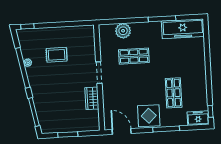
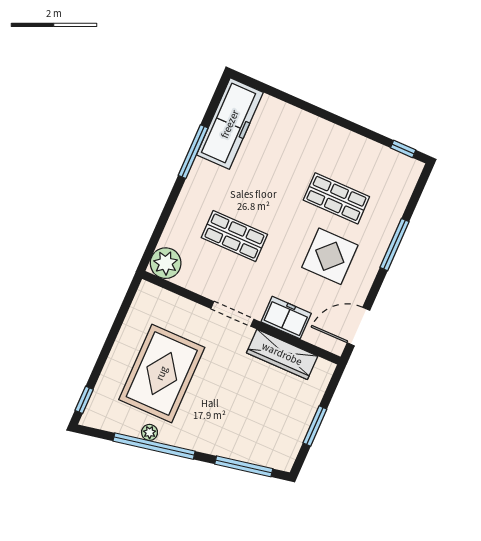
plant: (123, 31) -> (166, 263), moved
rug: (57, 55) -> (162, 373), width x1.86, depth x2.06
shop shelf: (134, 56) -> (234, 236), turned 90
wardrobe: (92, 98) -> (282, 354), width x1.50
display table: (149, 116) -> (330, 256), moved
freezer: (198, 118) -> (286, 318), moved, turned 90

